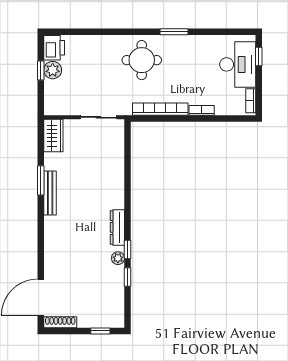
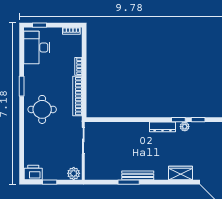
desk: (238, 64) -> (37, 47), moved, turned -90
plant: (53, 70) -> (74, 173), moved
wardrobe: (53, 136) -> (180, 173), moved

